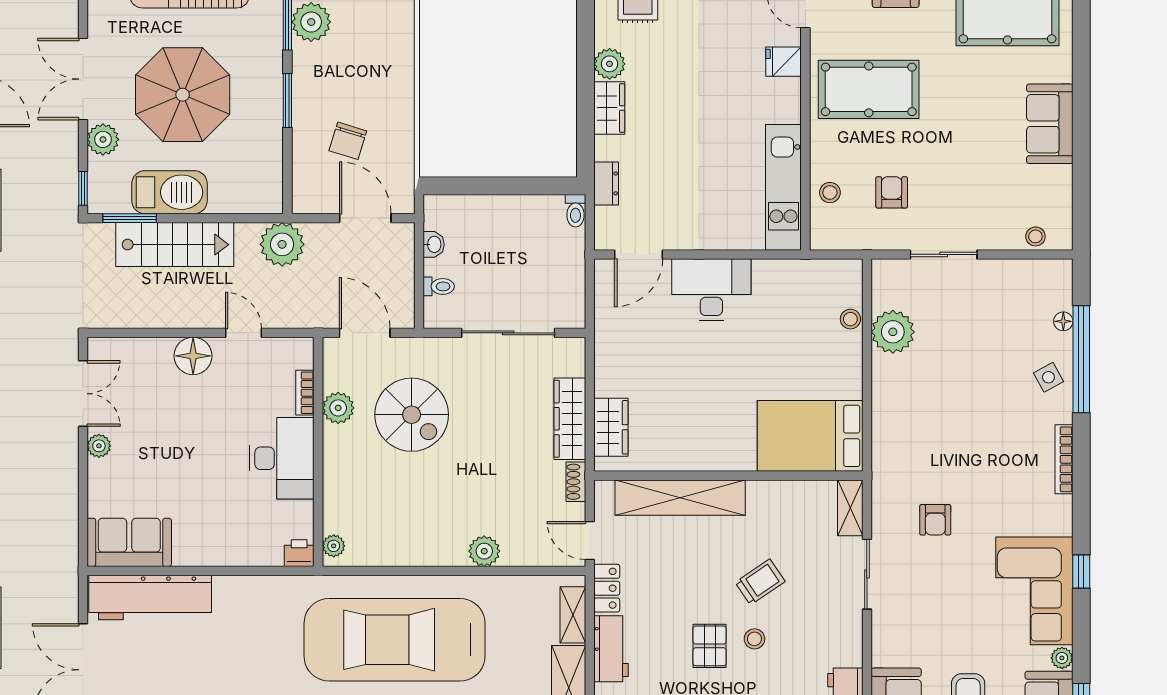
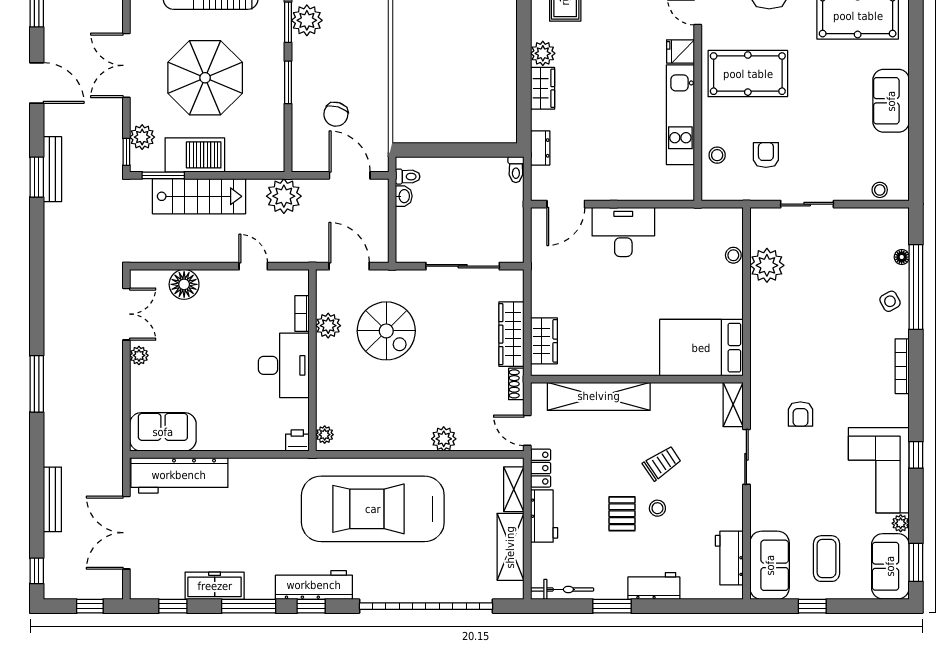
plant: (103, 139) -> (142, 137), moved
kitchen unit: (783, 187) -> (680, 115), moved
toilet: (439, 286) -> (408, 177), moved
floor lamp: (193, 356) -> (184, 284), moved

